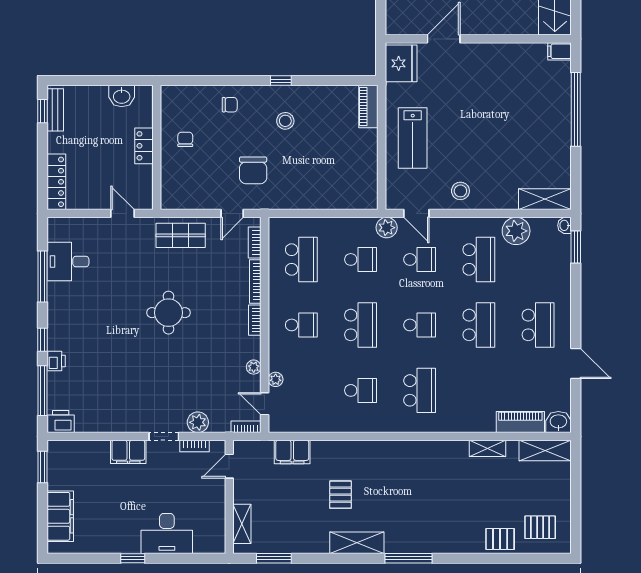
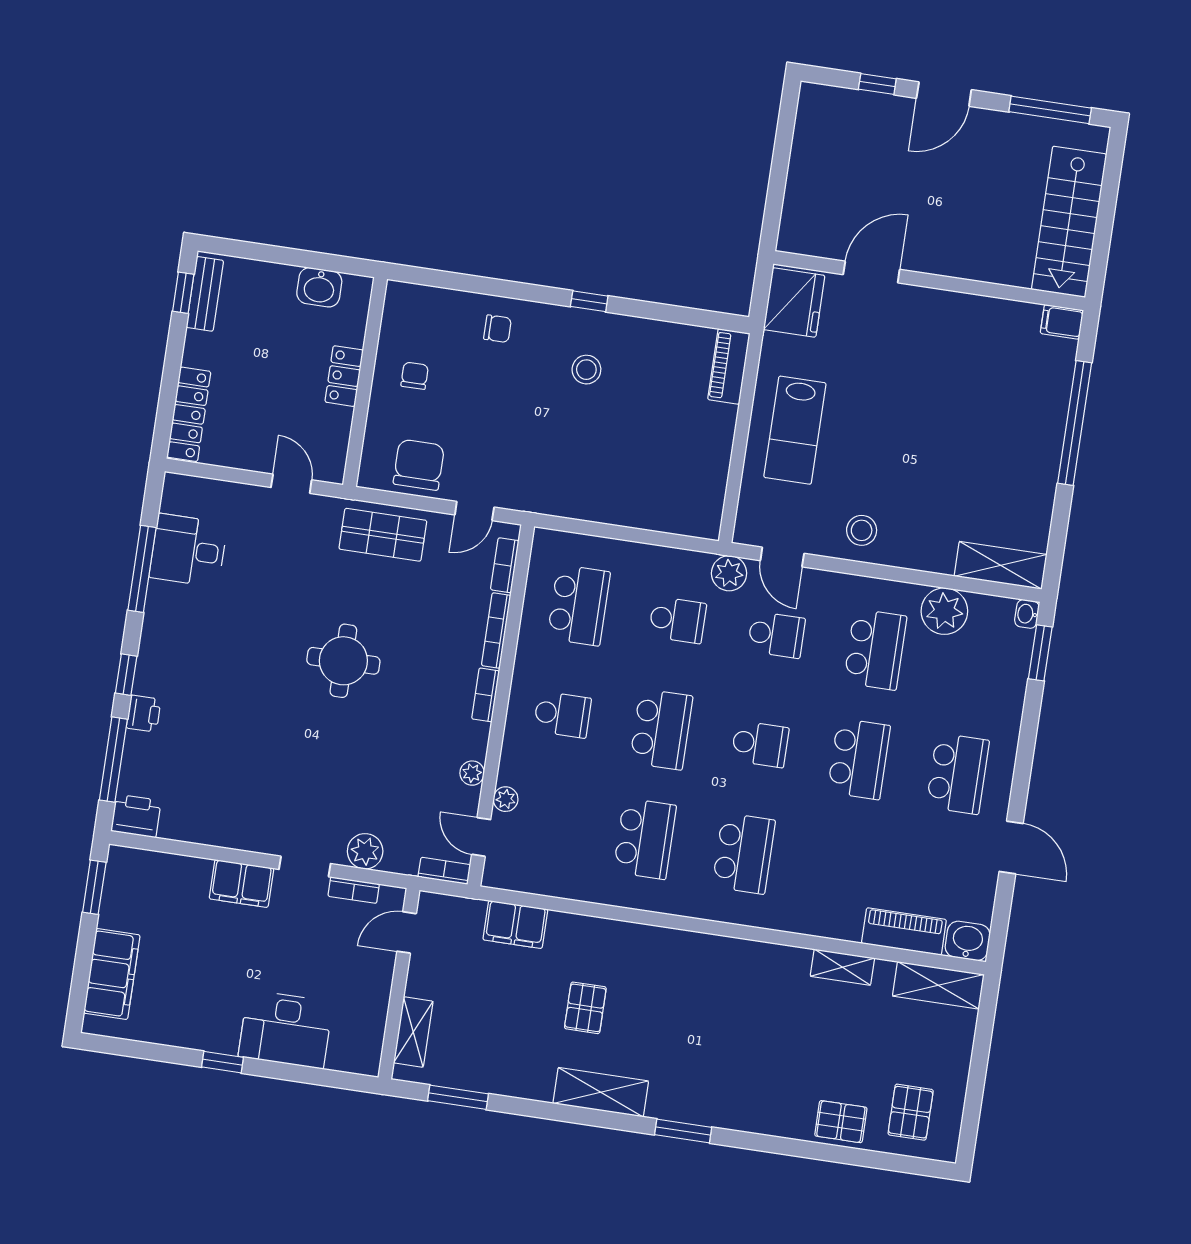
chair: (253, 170) -> (419, 465), moved, turned 180
school desk: (361, 390) -> (645, 839), width x1.85
pallet: (540, 527) -> (911, 1112), turned 90
window: (409, 558) -> (683, 1131), width x0.69

